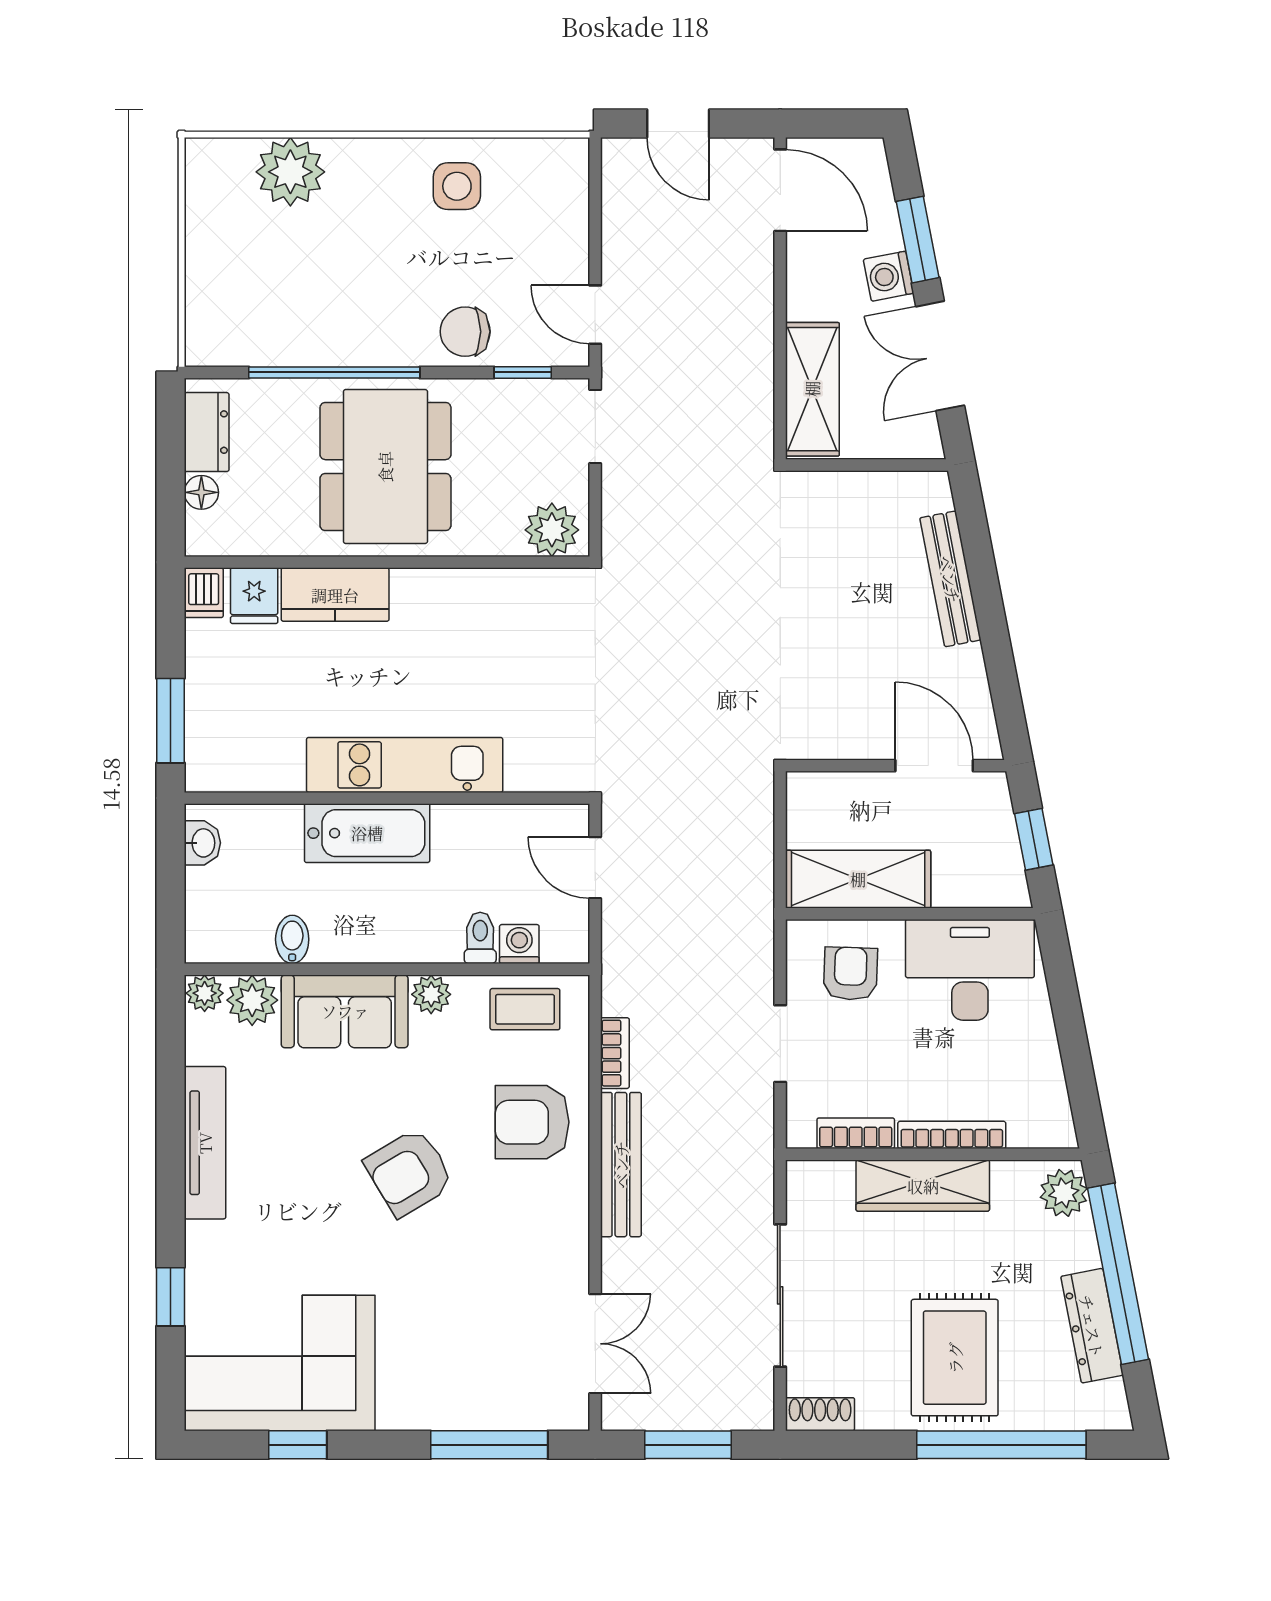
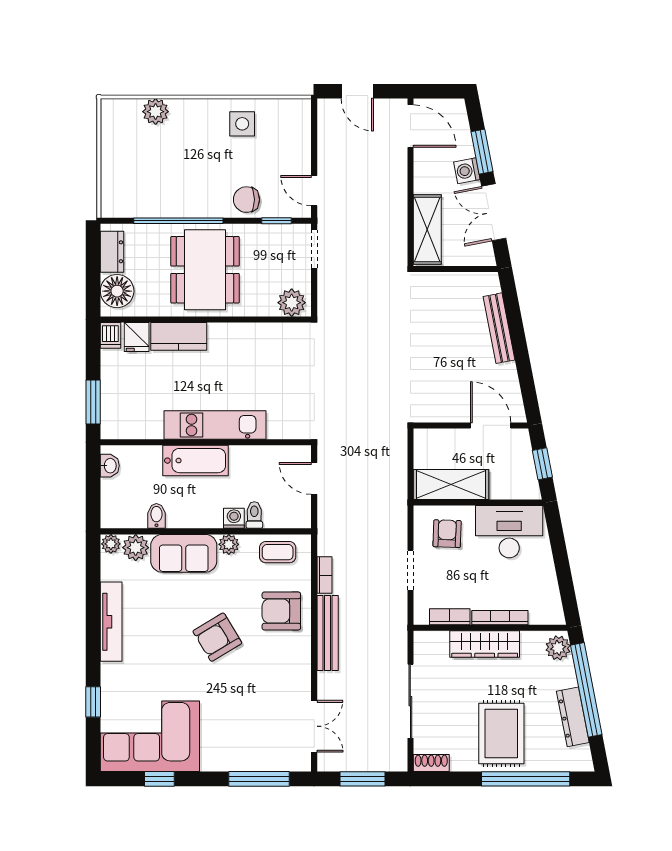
plant: (290, 172) -> (156, 112), width x0.73, depth x0.73
floor lamp: (201, 492) -> (117, 291), width x1.89, depth x1.89
washing machine: (519, 944) -> (234, 518), moved

